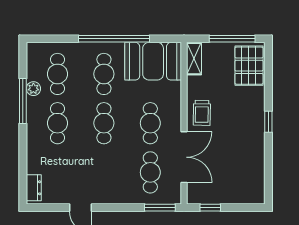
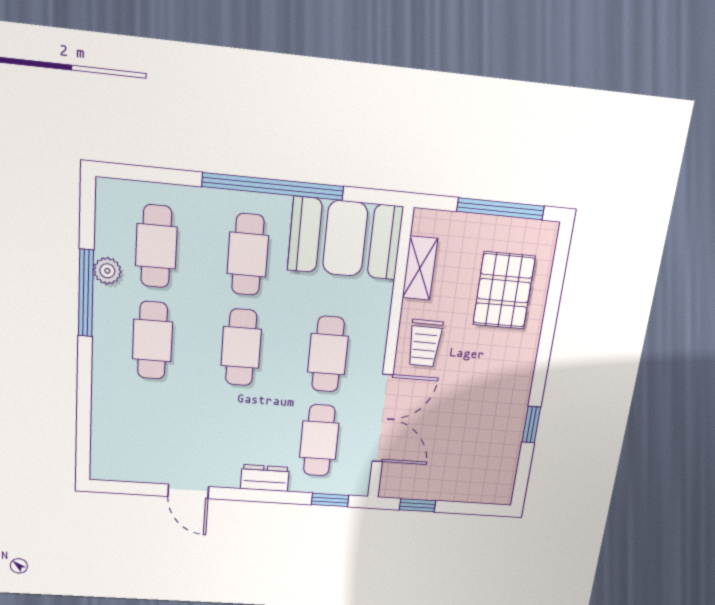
shelving: (194, 59) -> (420, 268), moved
pallet: (249, 66) -> (504, 291), moved
window: (268, 122) -> (531, 425), moved
dresser: (34, 188) -> (265, 478), moved, turned -90
window: (160, 208) -> (330, 500), width x0.67

